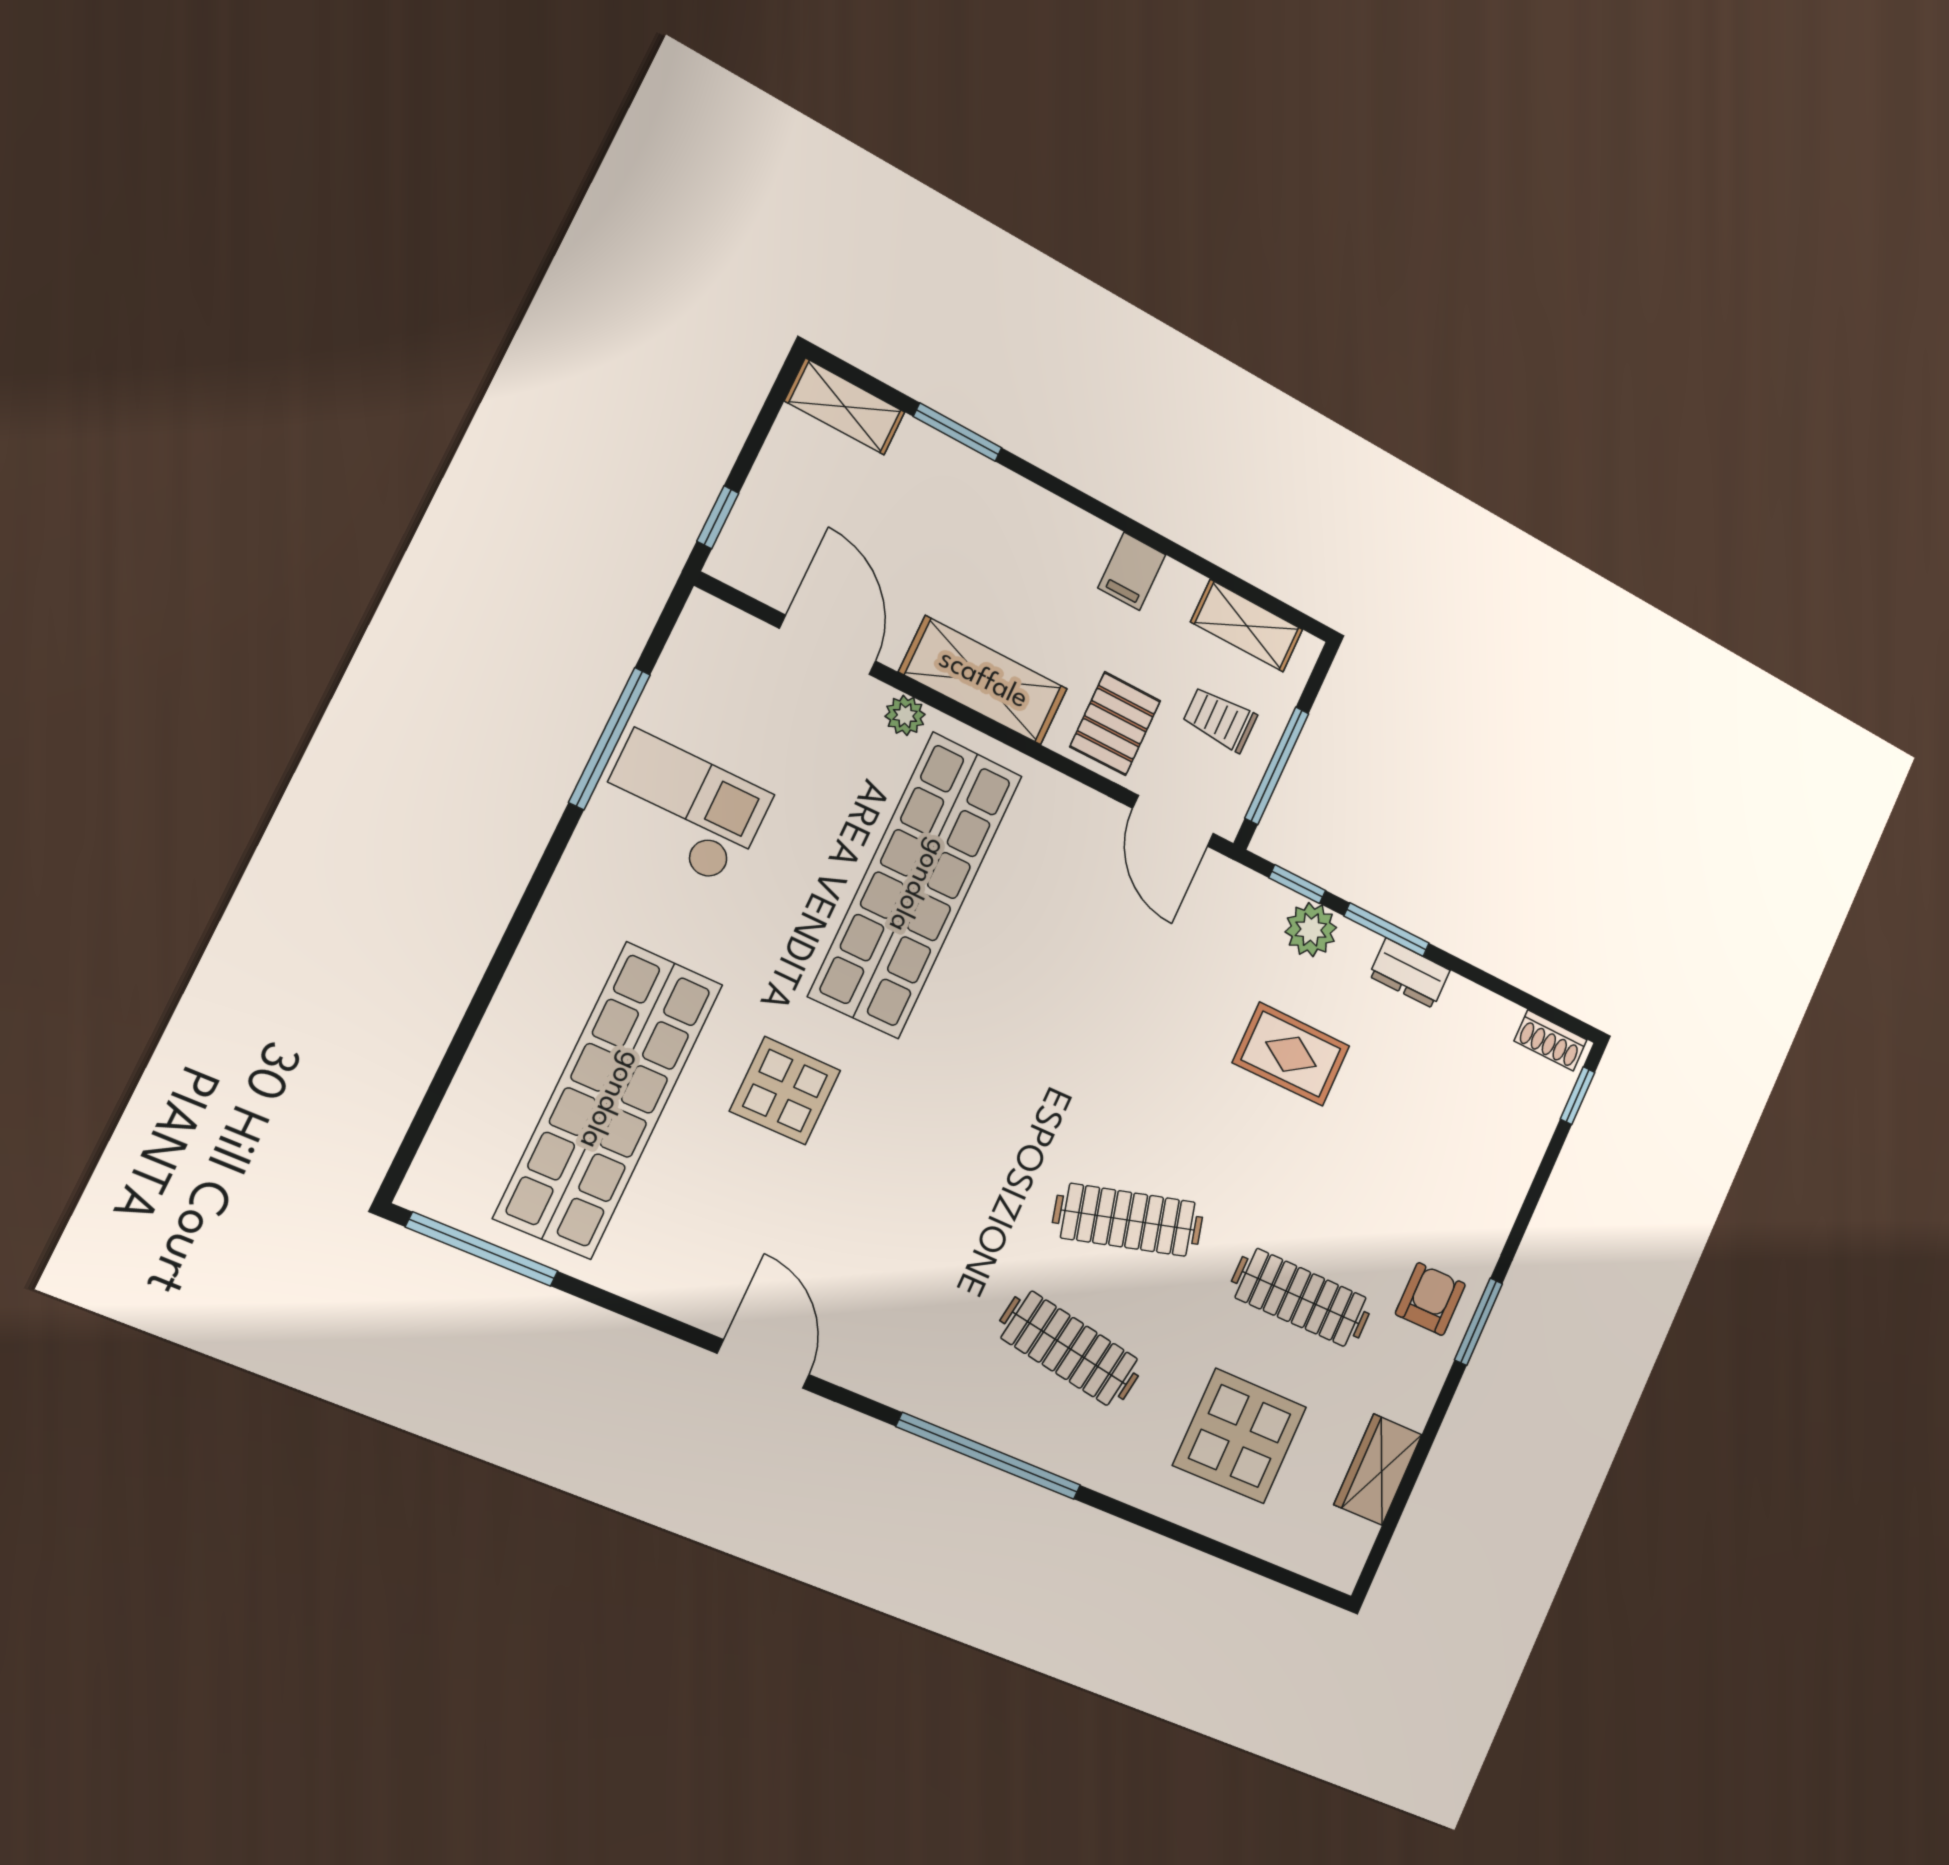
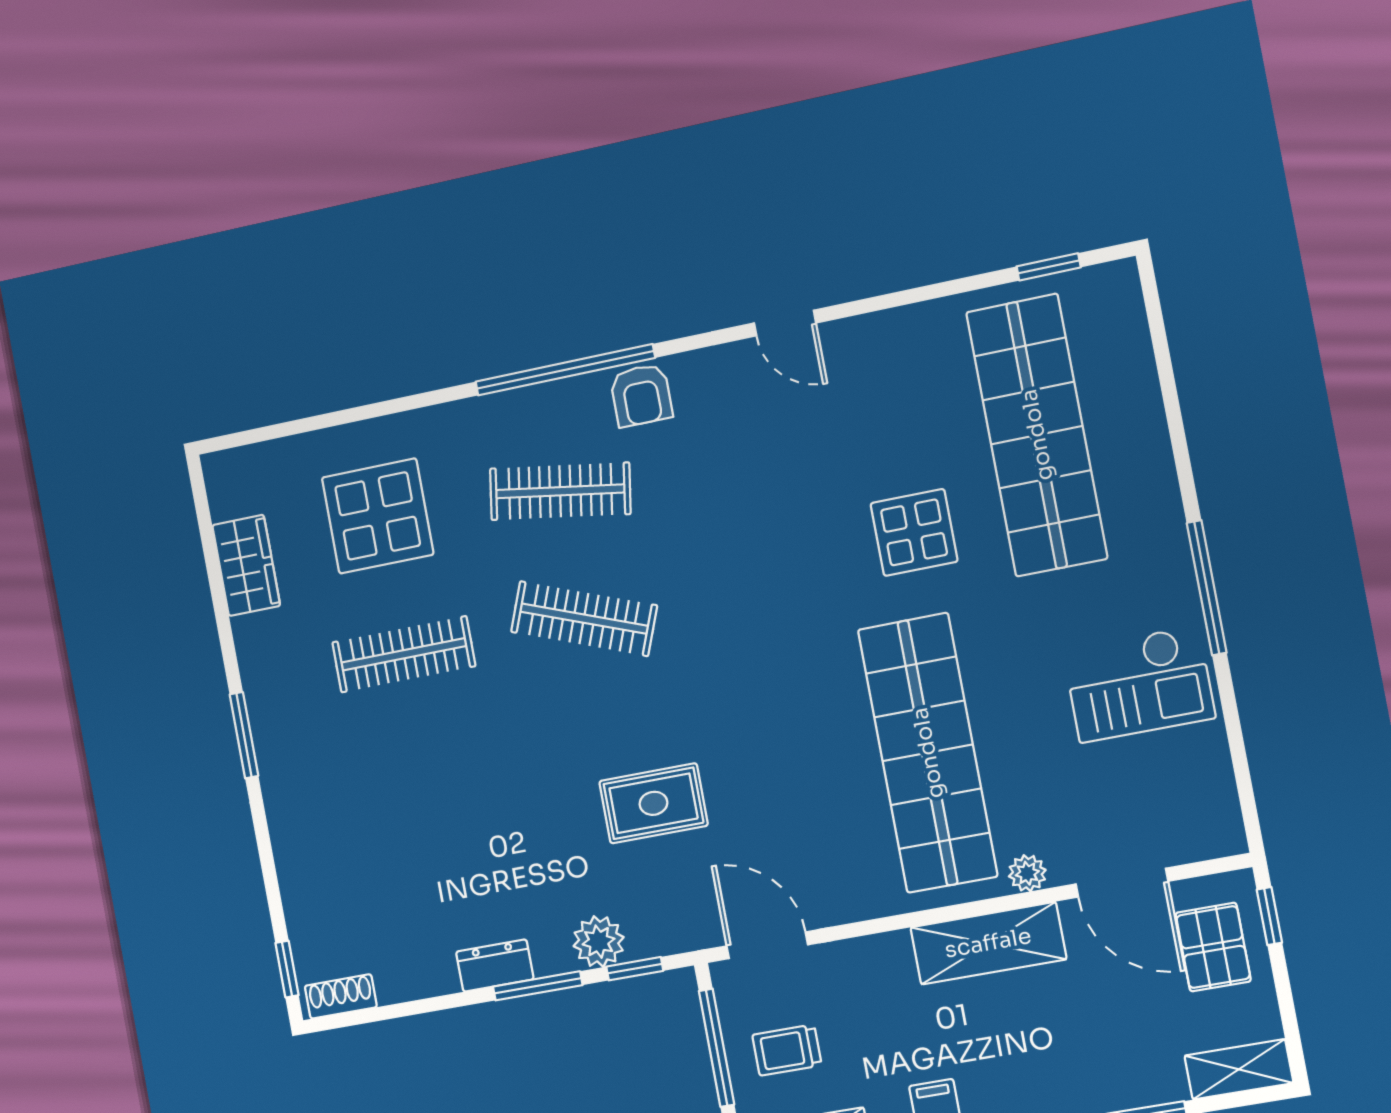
trolley: (1220, 719) -> (787, 1050), turned 180
pallet: (1115, 724) -> (1213, 947), moved
window: (609, 739) -> (1207, 588), moved
rug: (1291, 1054) -> (653, 803), moved
clothes rail: (1128, 1220) -> (584, 619), turned 36
window: (482, 1249) -> (1049, 267), width x0.46
armchair: (1430, 1299) -> (641, 395), moved
door: (763, 1364) -> (785, 323), width x0.73

